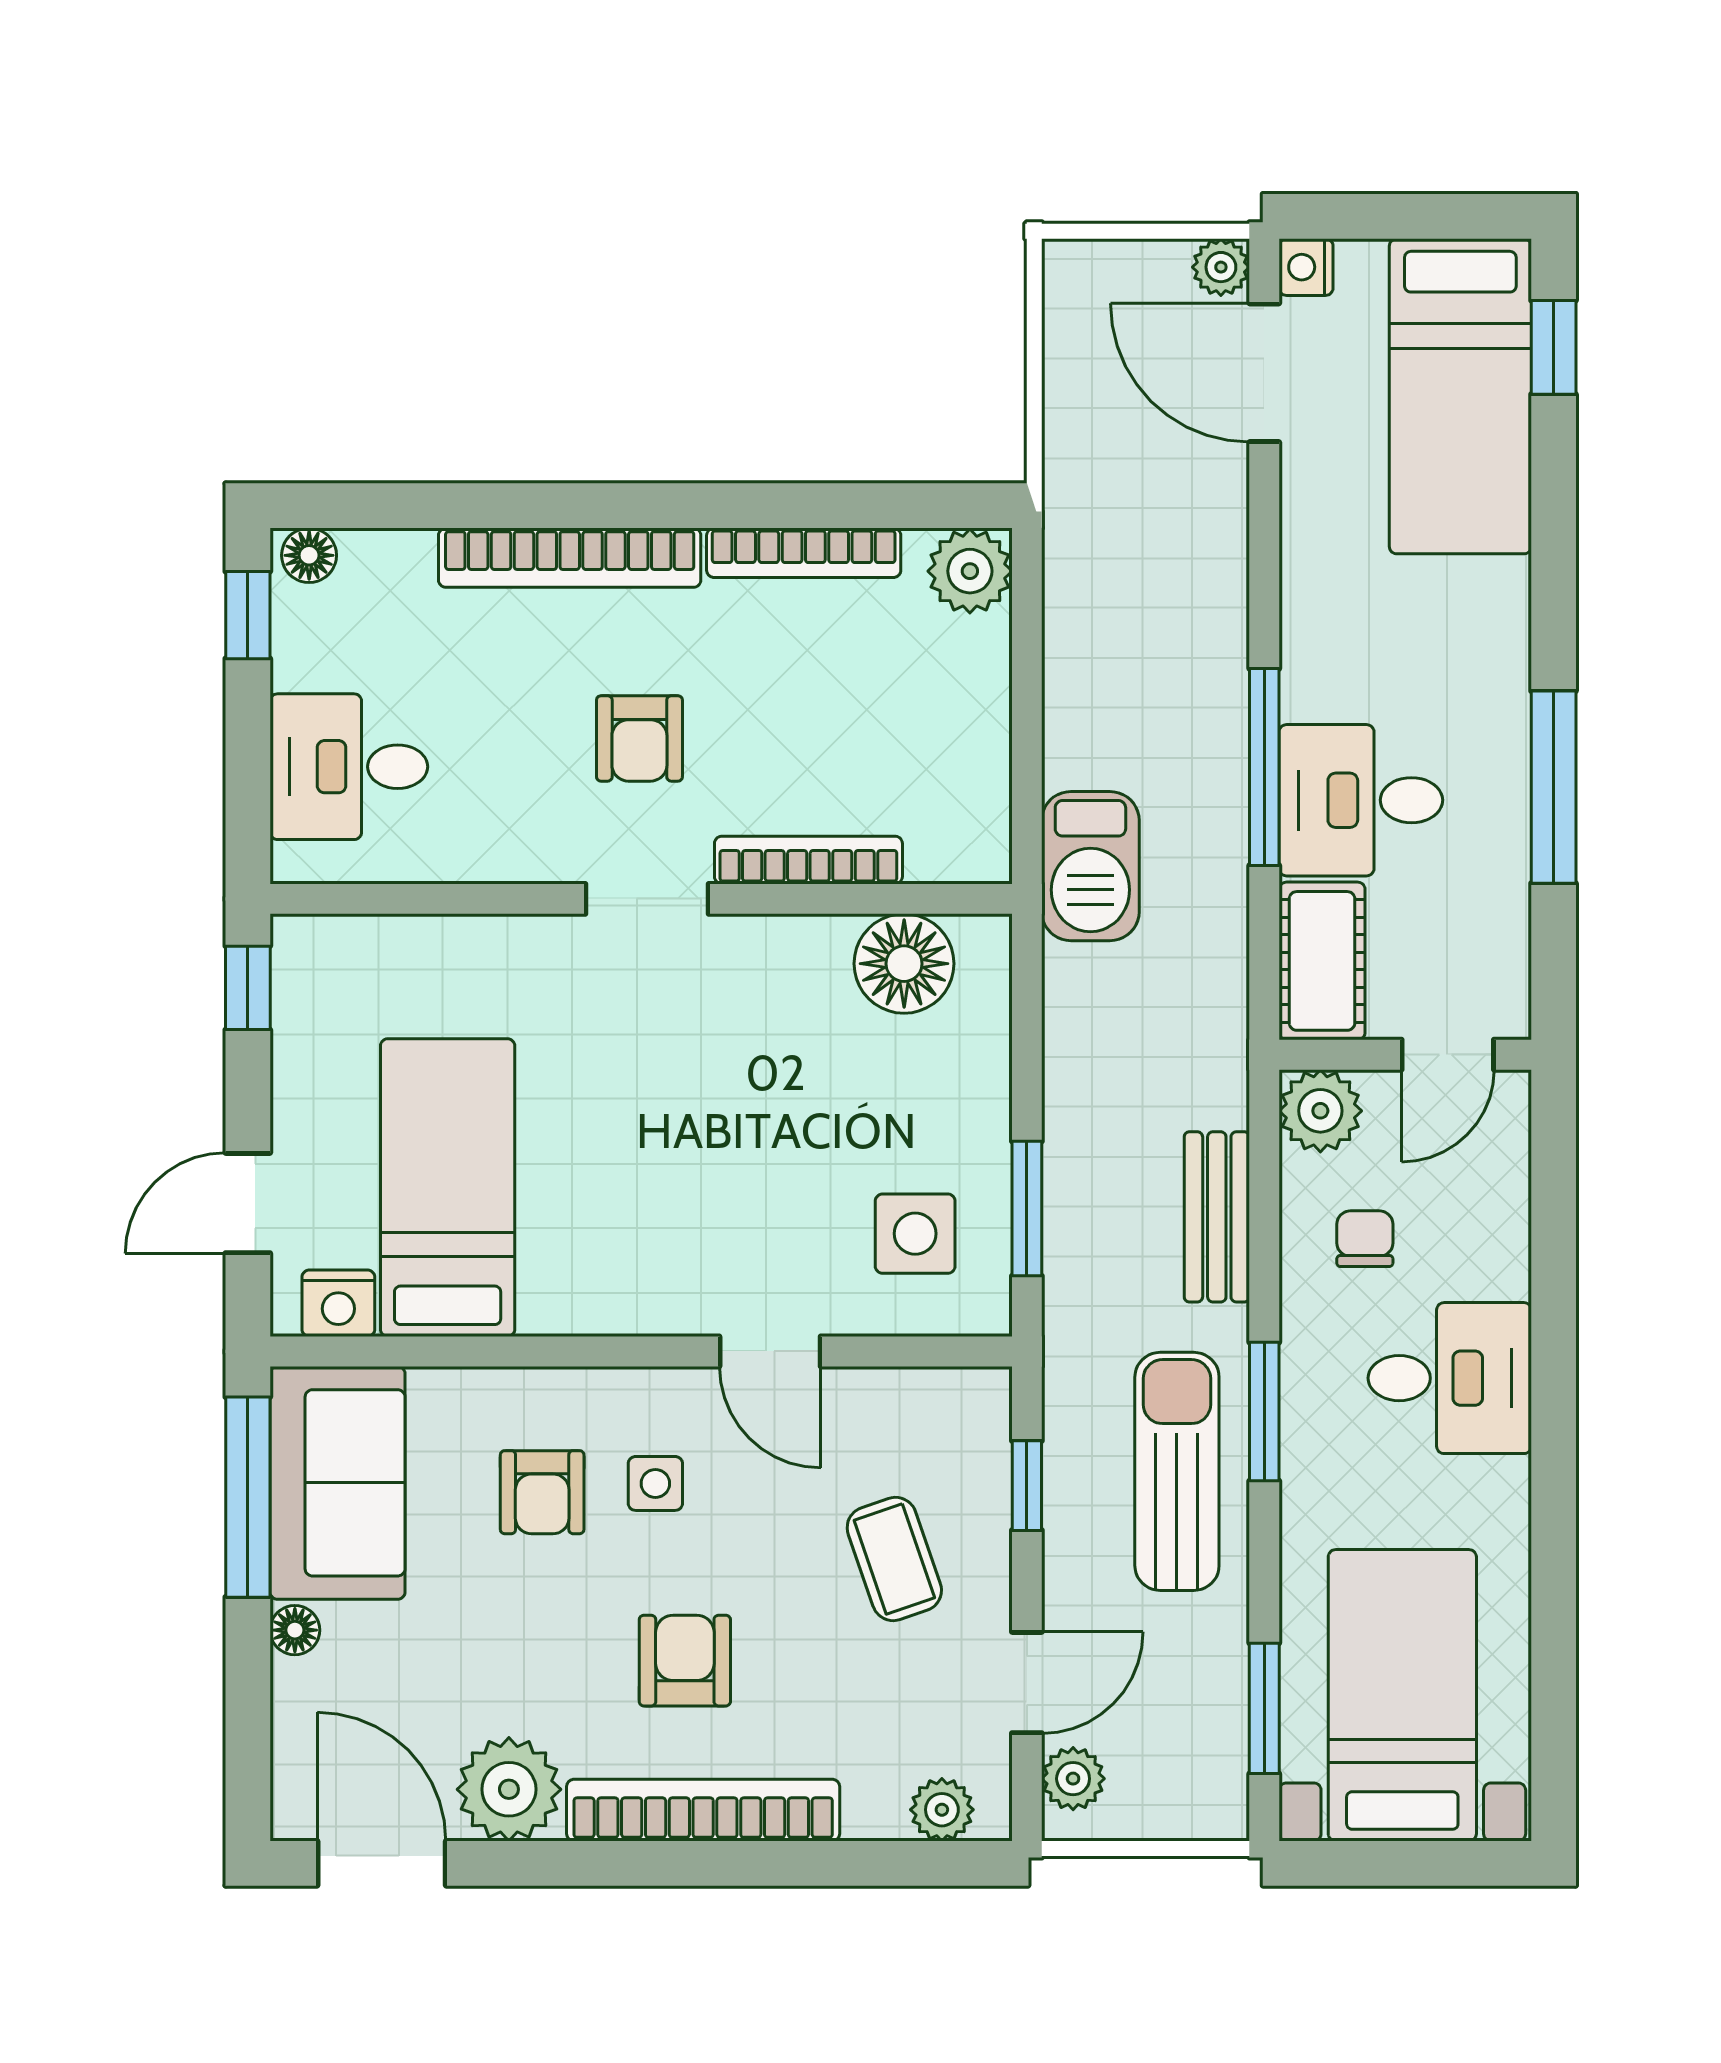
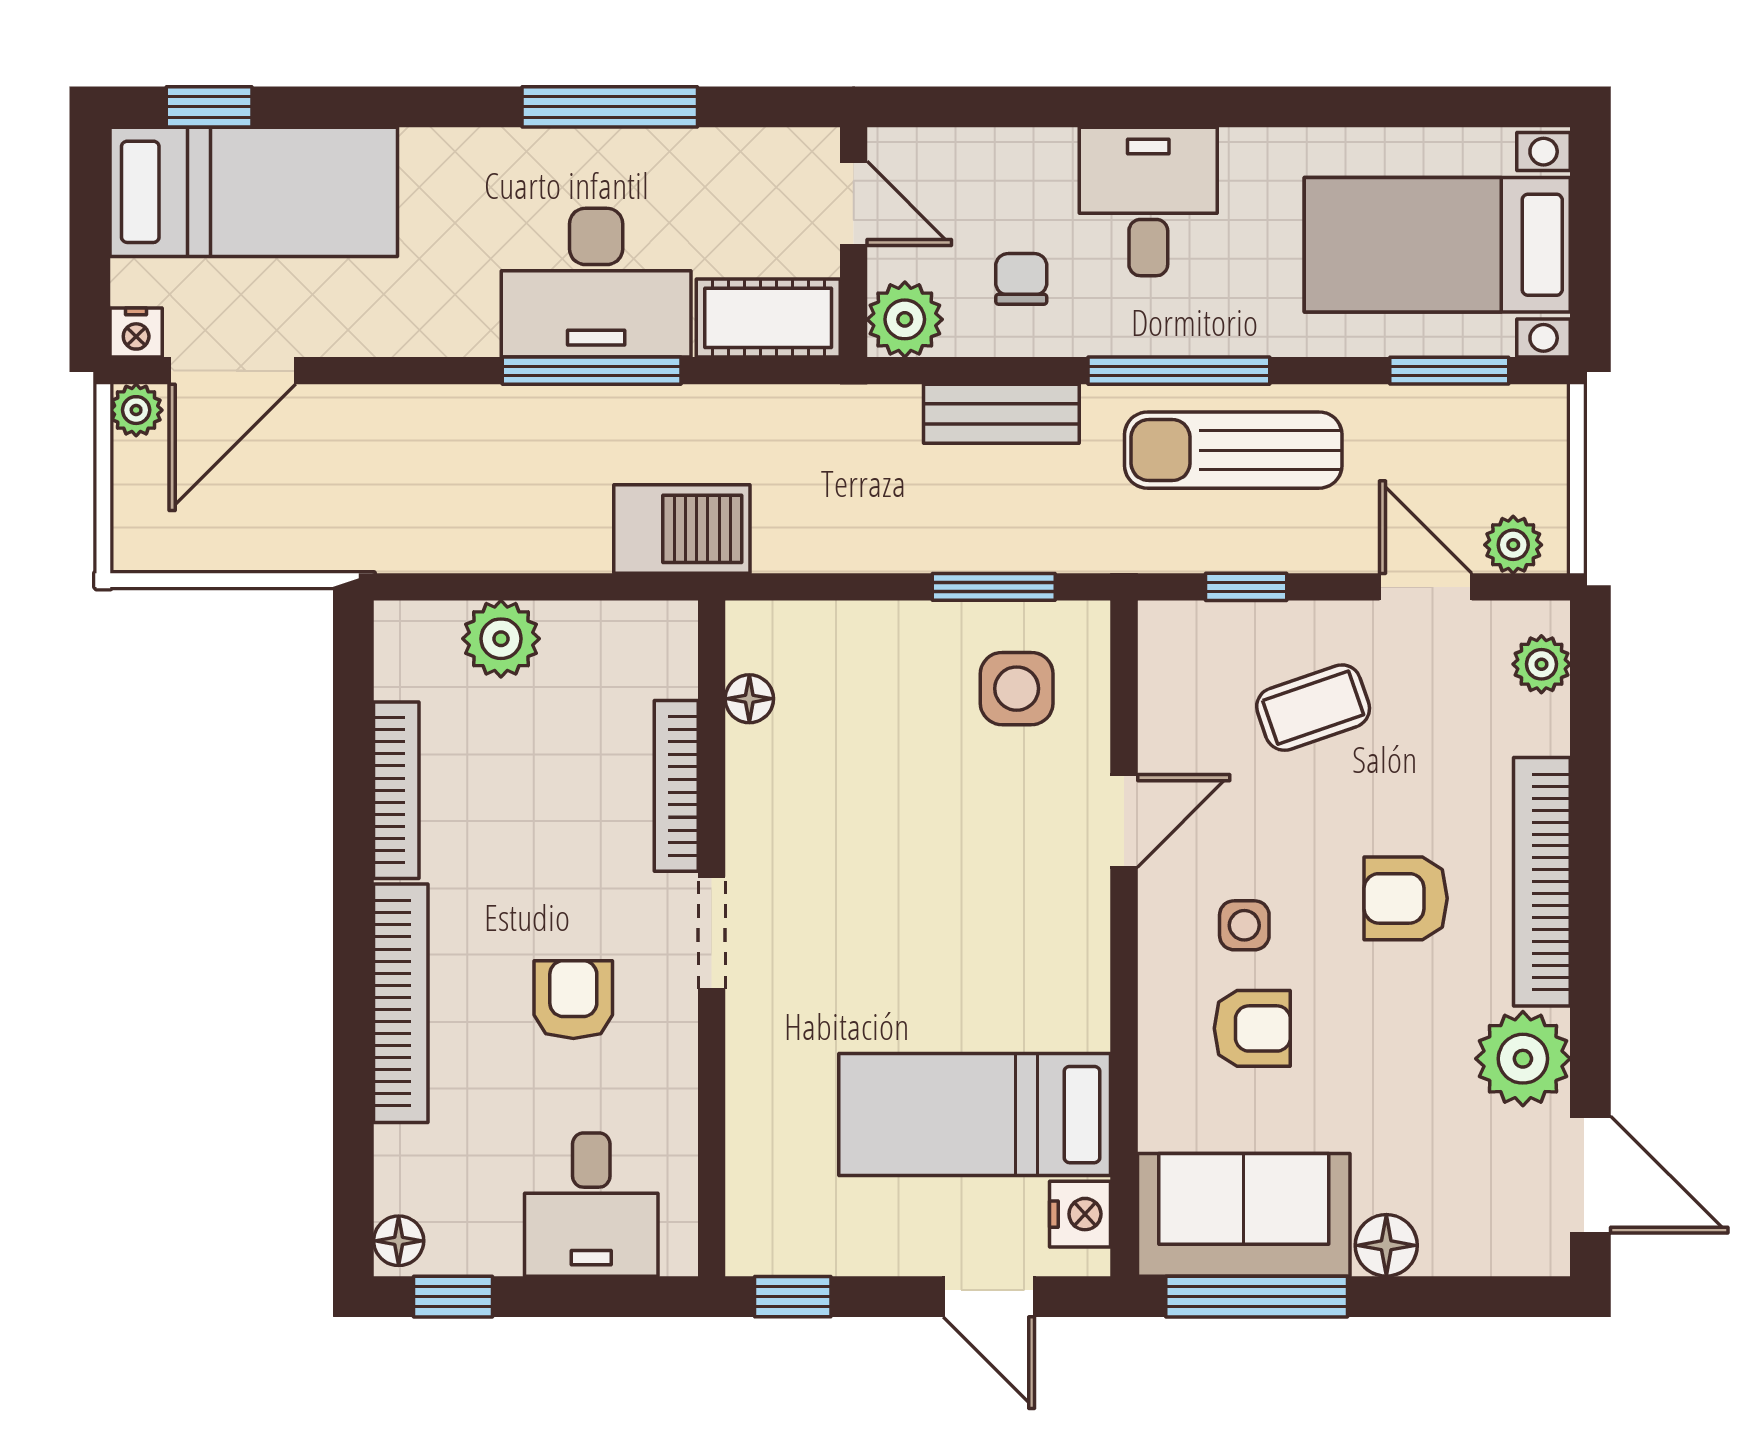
plant: (970, 571) -> (501, 639), moved
armchair: (639, 738) -> (573, 1000), moved, turned -90
desk: (1361, 800) -> (596, 283), width x1.37
floor lamp: (904, 964) -> (749, 699), width x0.53, depth x0.53
chair: (1365, 1239) -> (1021, 279), turned 90
window: (1264, 1412) -> (1179, 371), width x1.44
floor lamp: (295, 1630) -> (1386, 1245), width x1.37, depth x1.37
door: (382, 1863) -> (1590, 1175), swing flipped

